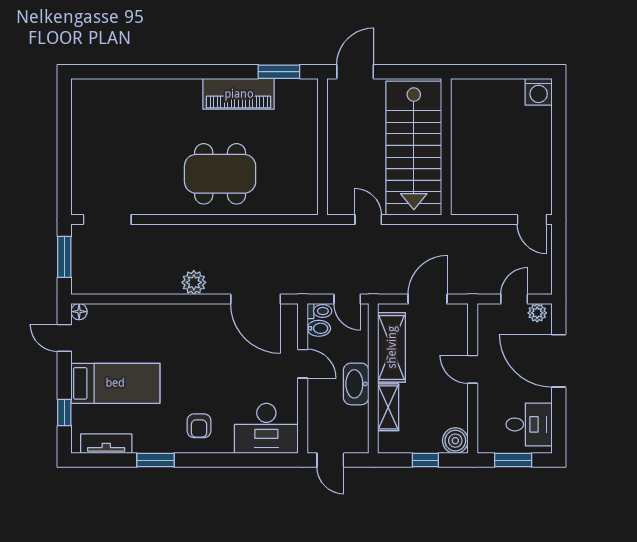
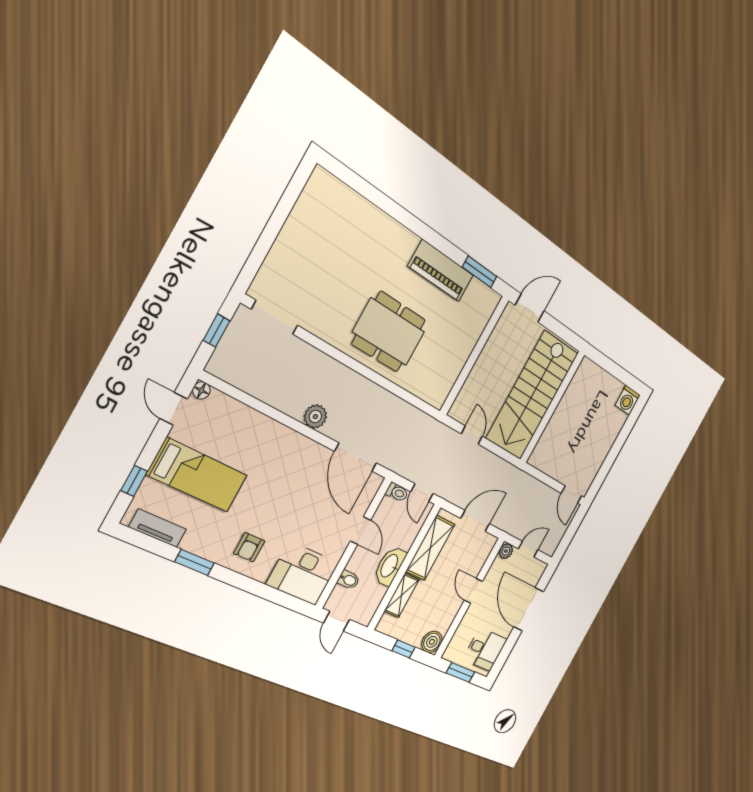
window: (64, 257) -> (217, 330), width x0.67
plant: (537, 313) -> (506, 551), moved
bidet: (319, 328) -> (349, 580), moved

